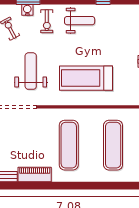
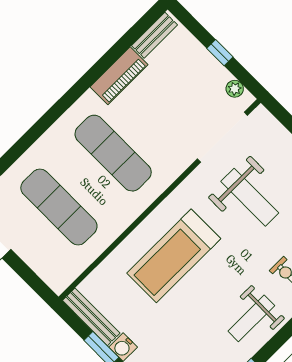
treadmill: (86, 78) -> (174, 256), turned 180

